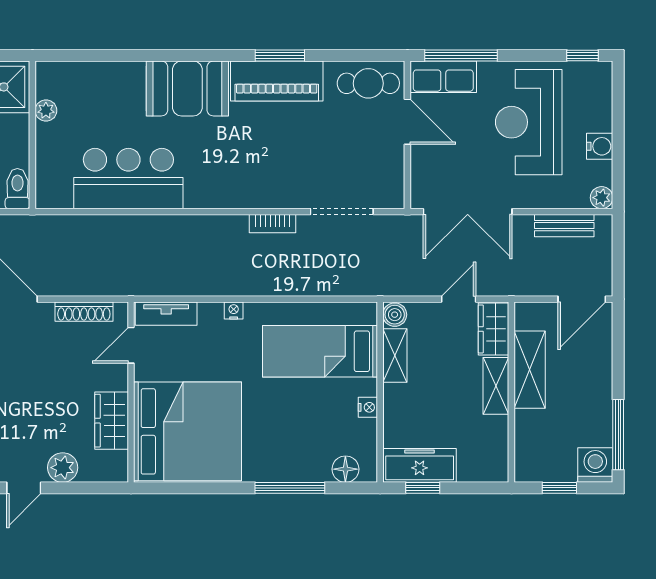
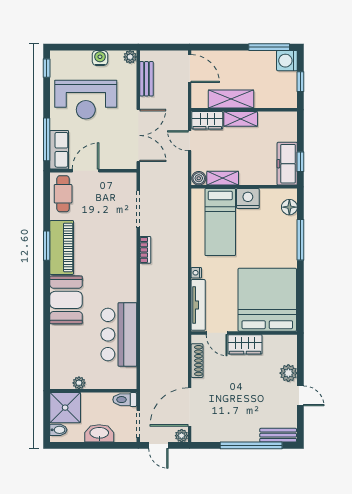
tv unit: (166, 314) -> (198, 305), width x1.41
nightstand: (368, 407) -> (248, 198), width x1.89, depth x1.79
wardrobe: (112, 421) -> (245, 344), moved

